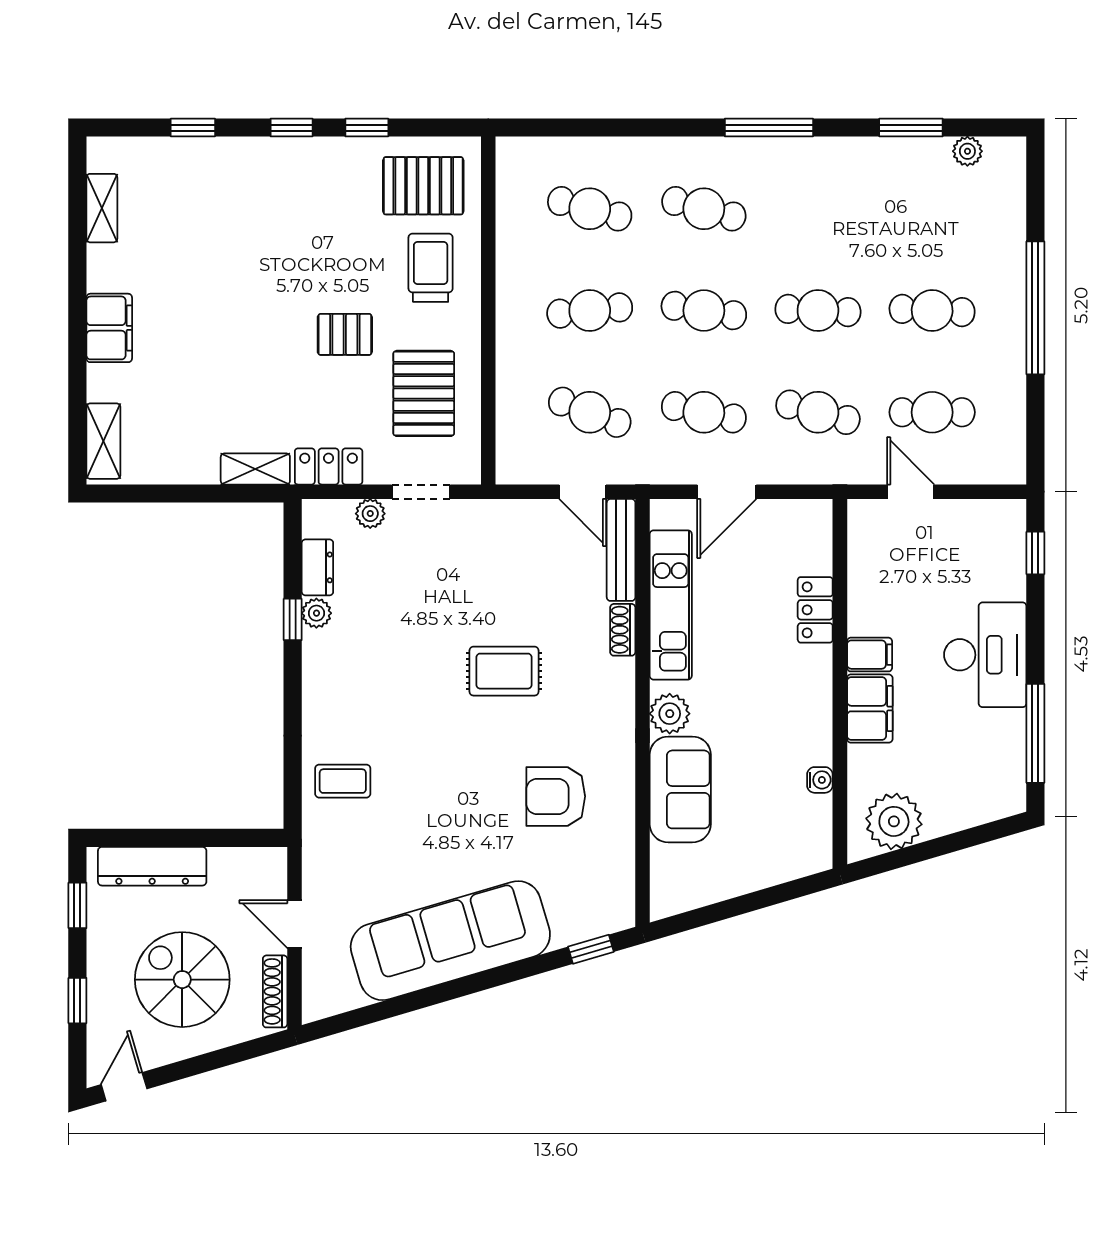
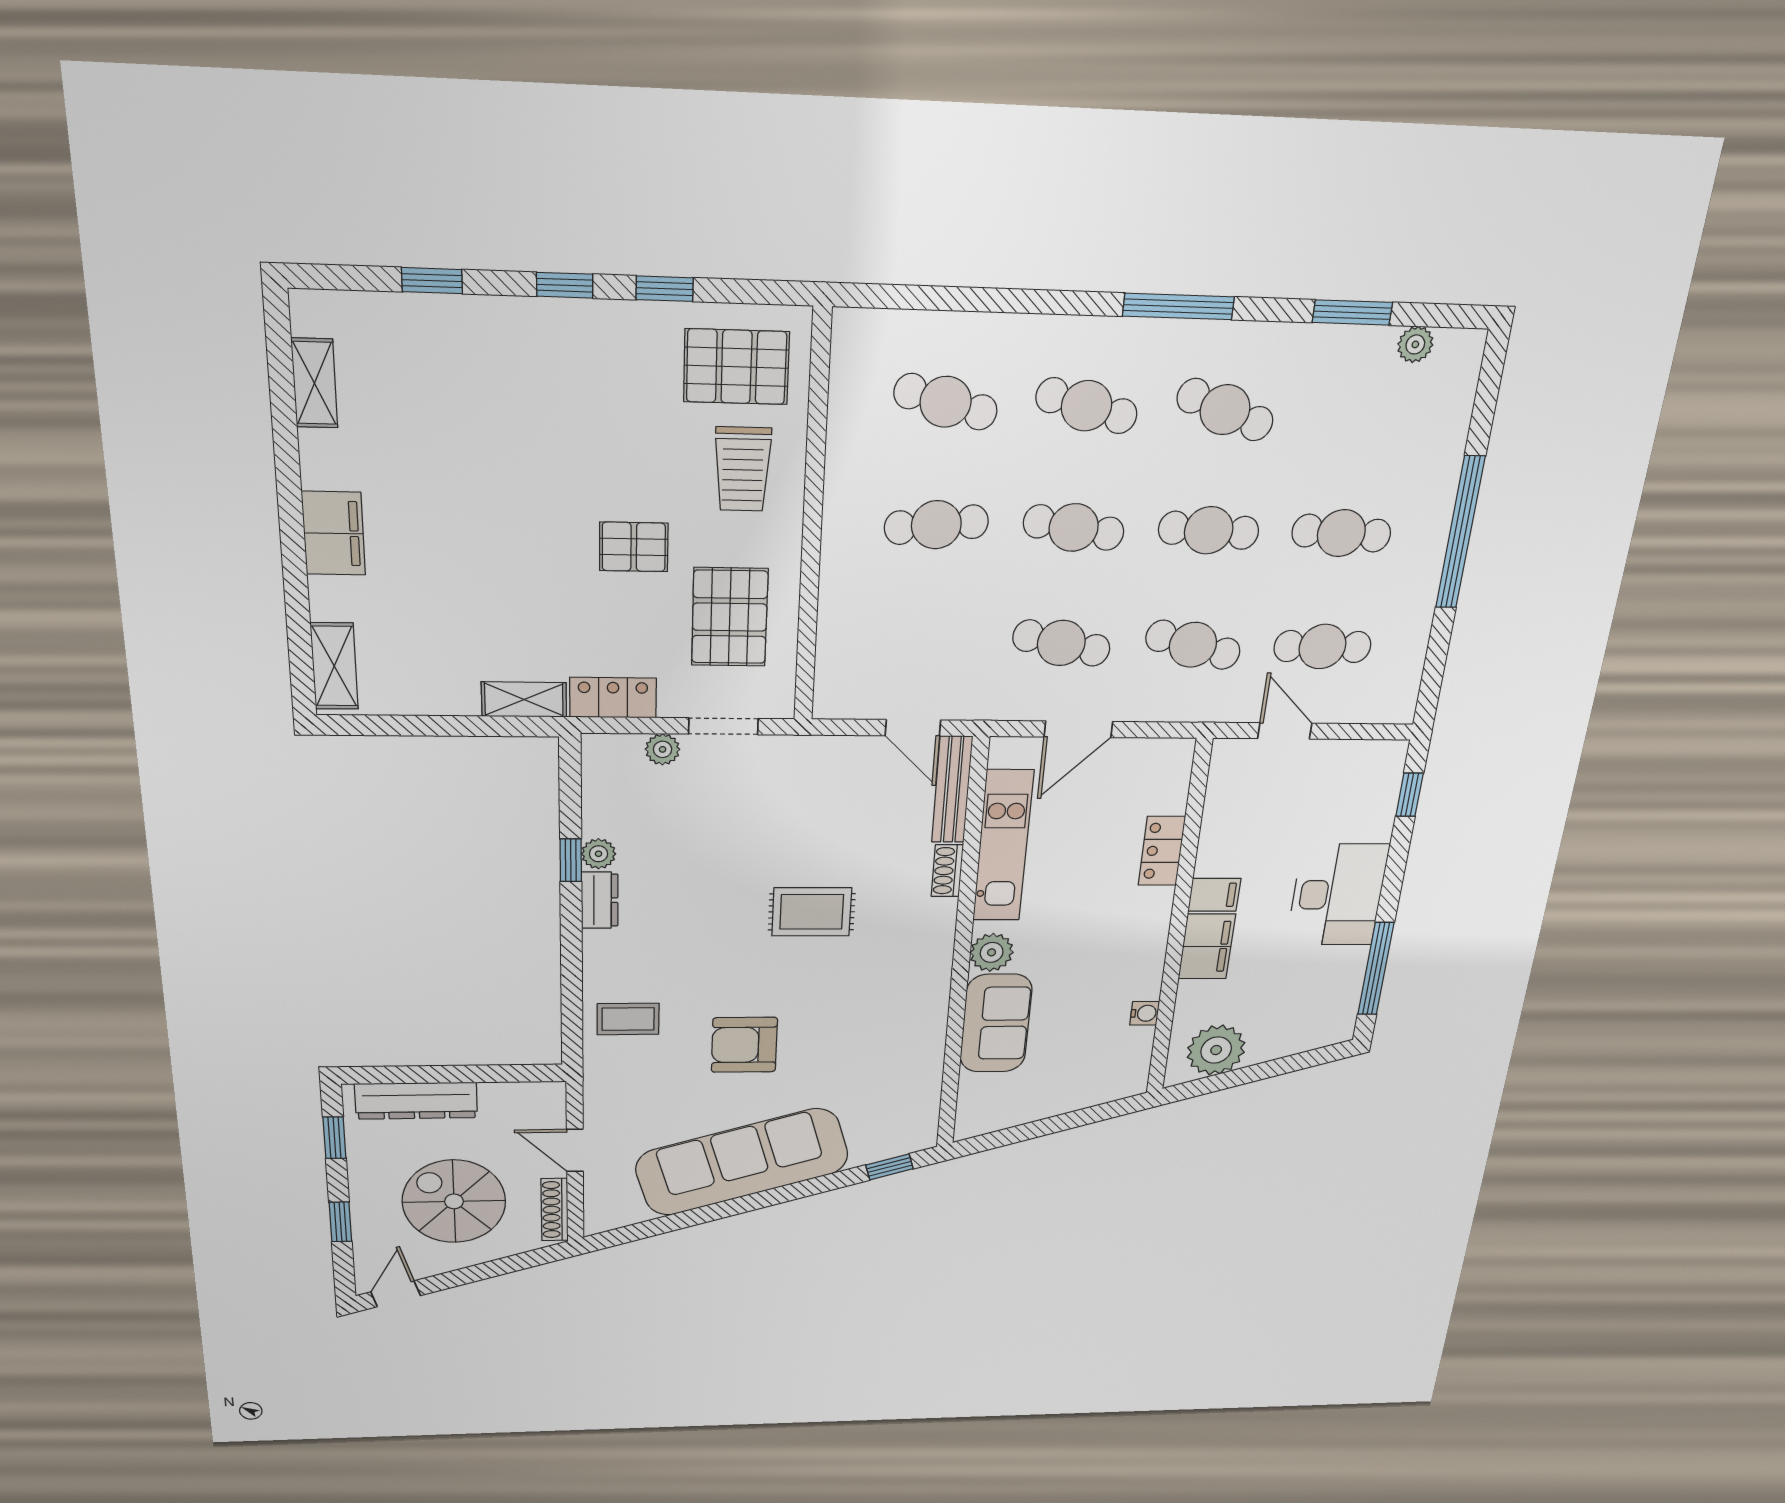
trolley: (431, 268) -> (743, 469), turned 180
cafe table: (590, 412) -> (1225, 410), moved
dresser: (317, 567) -> (600, 900), moved
armchair: (556, 796) -> (744, 1045), moved

